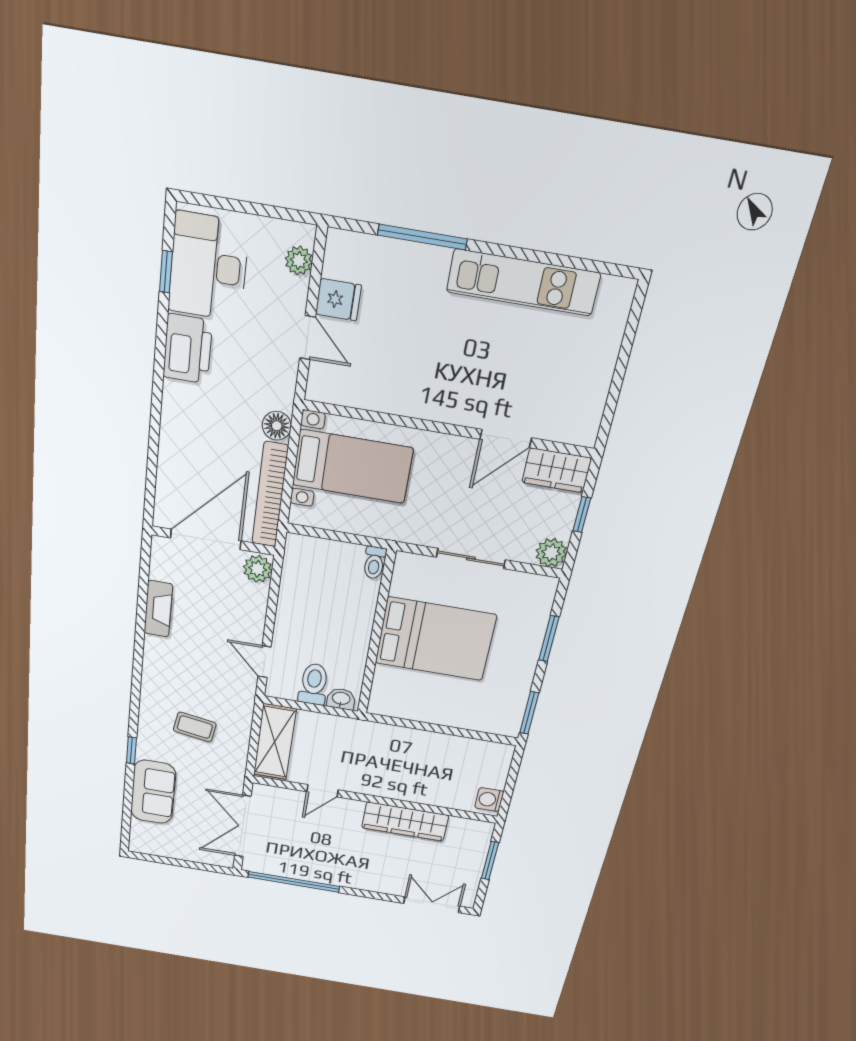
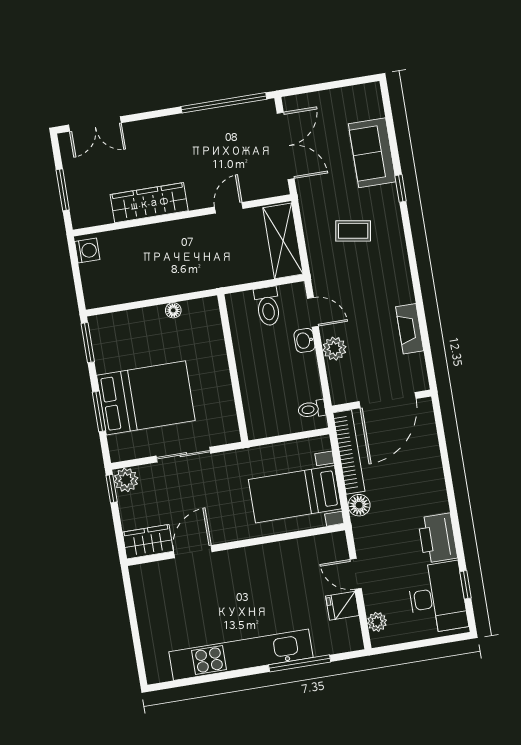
kitchen unit: (523, 282) -> (241, 655), width x1.36
window: (582, 514) -> (112, 489), moved
toilet: (374, 563) -> (312, 409), moved, turned -90
plant: (258, 569) -> (334, 349), moved
bed: (435, 639) -> (146, 398), moved, turned 180
washbasin: (341, 699) -> (304, 340), moved, turned 90
floor lamp: (421, 714) -> (173, 310), added

